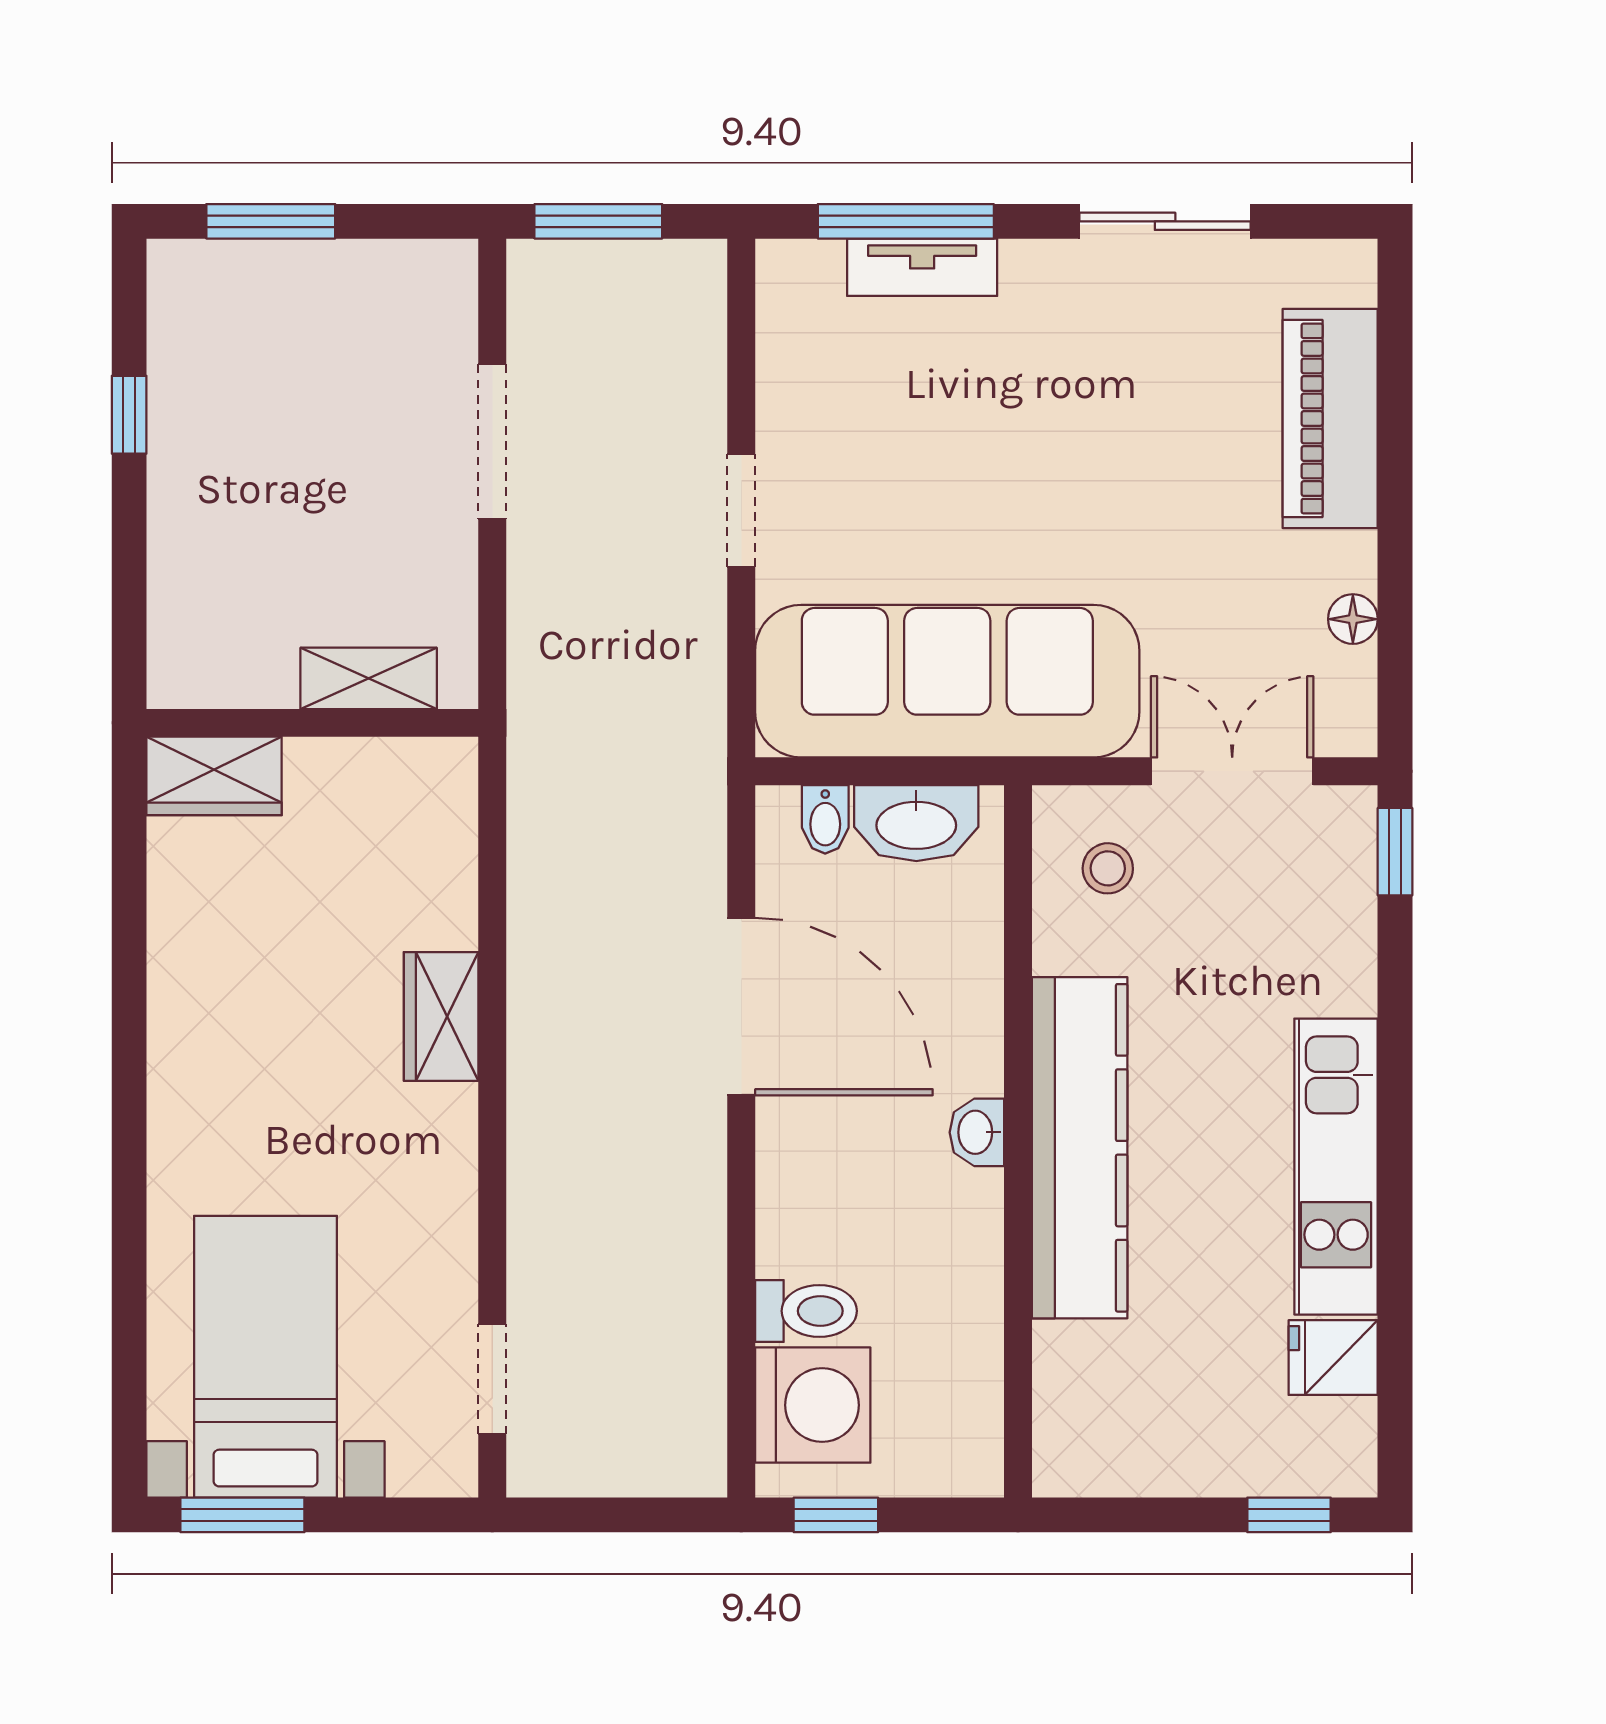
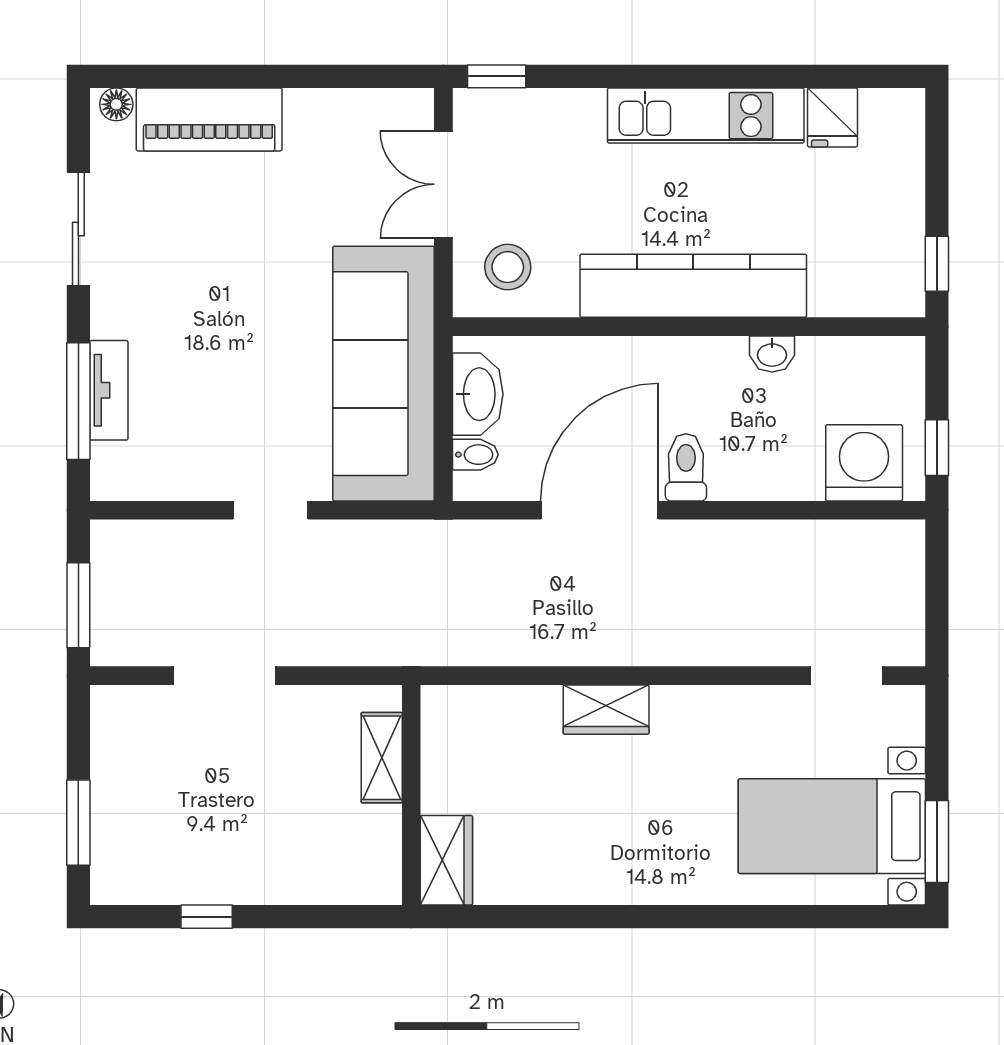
floor lamp: (1353, 619) -> (116, 104), moved
stool: (1108, 868) -> (508, 267), width x1.37, depth x1.37
washbasin: (977, 1132) -> (772, 354), moved
toilet: (806, 1311) -> (686, 467), moved
window: (1289, 1515) -> (937, 264), moved

